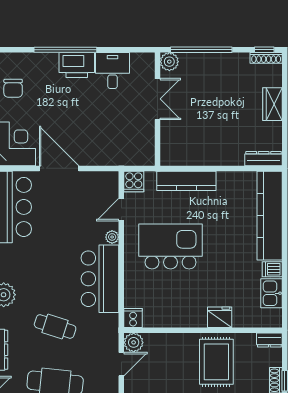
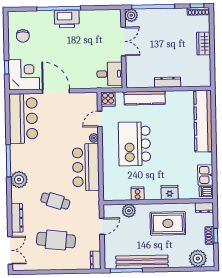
desk: (113, 71) -> (110, 74), moved, turned 90
dresser: (264, 159) -> (168, 82), moved
kitchen island: (171, 247) -> (134, 144), turned -90
dishwasher: (272, 269) -> (206, 191), moved
cooker: (133, 318) -> (138, 193), moved
plant: (134, 342) -> (129, 211), moved
rug: (216, 362) -> (168, 223), turned 90

